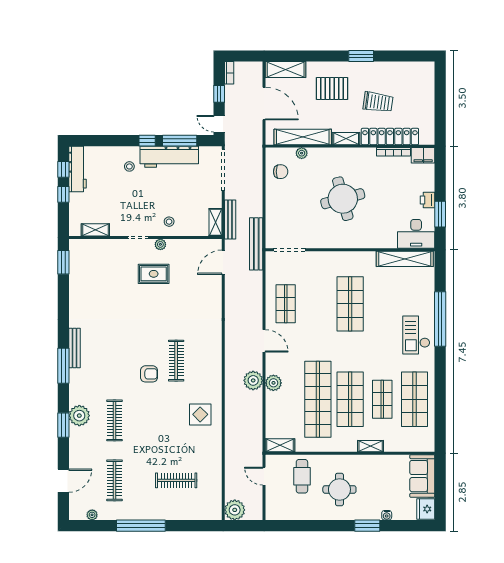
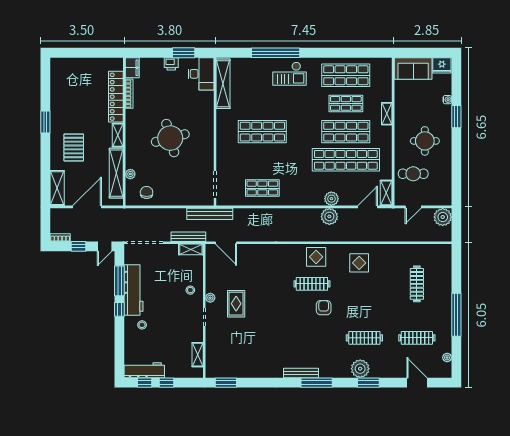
trolley: (378, 102) -> (86, 107), removed
door: (264, 341) -> (368, 207), moved
display table: (207, 365) -> (316, 257), added
plant: (235, 510) -> (443, 217), moved

